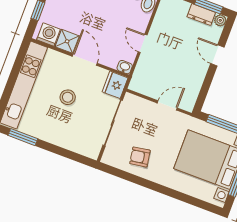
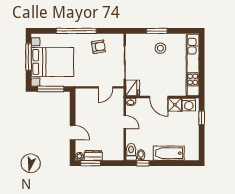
stool: (68, 97) -> (160, 48), moved
door: (167, 105) -> (106, 87), moved
window: (23, 137) -> (157, 31), moved
window: (162, 189) -> (76, 31), added

